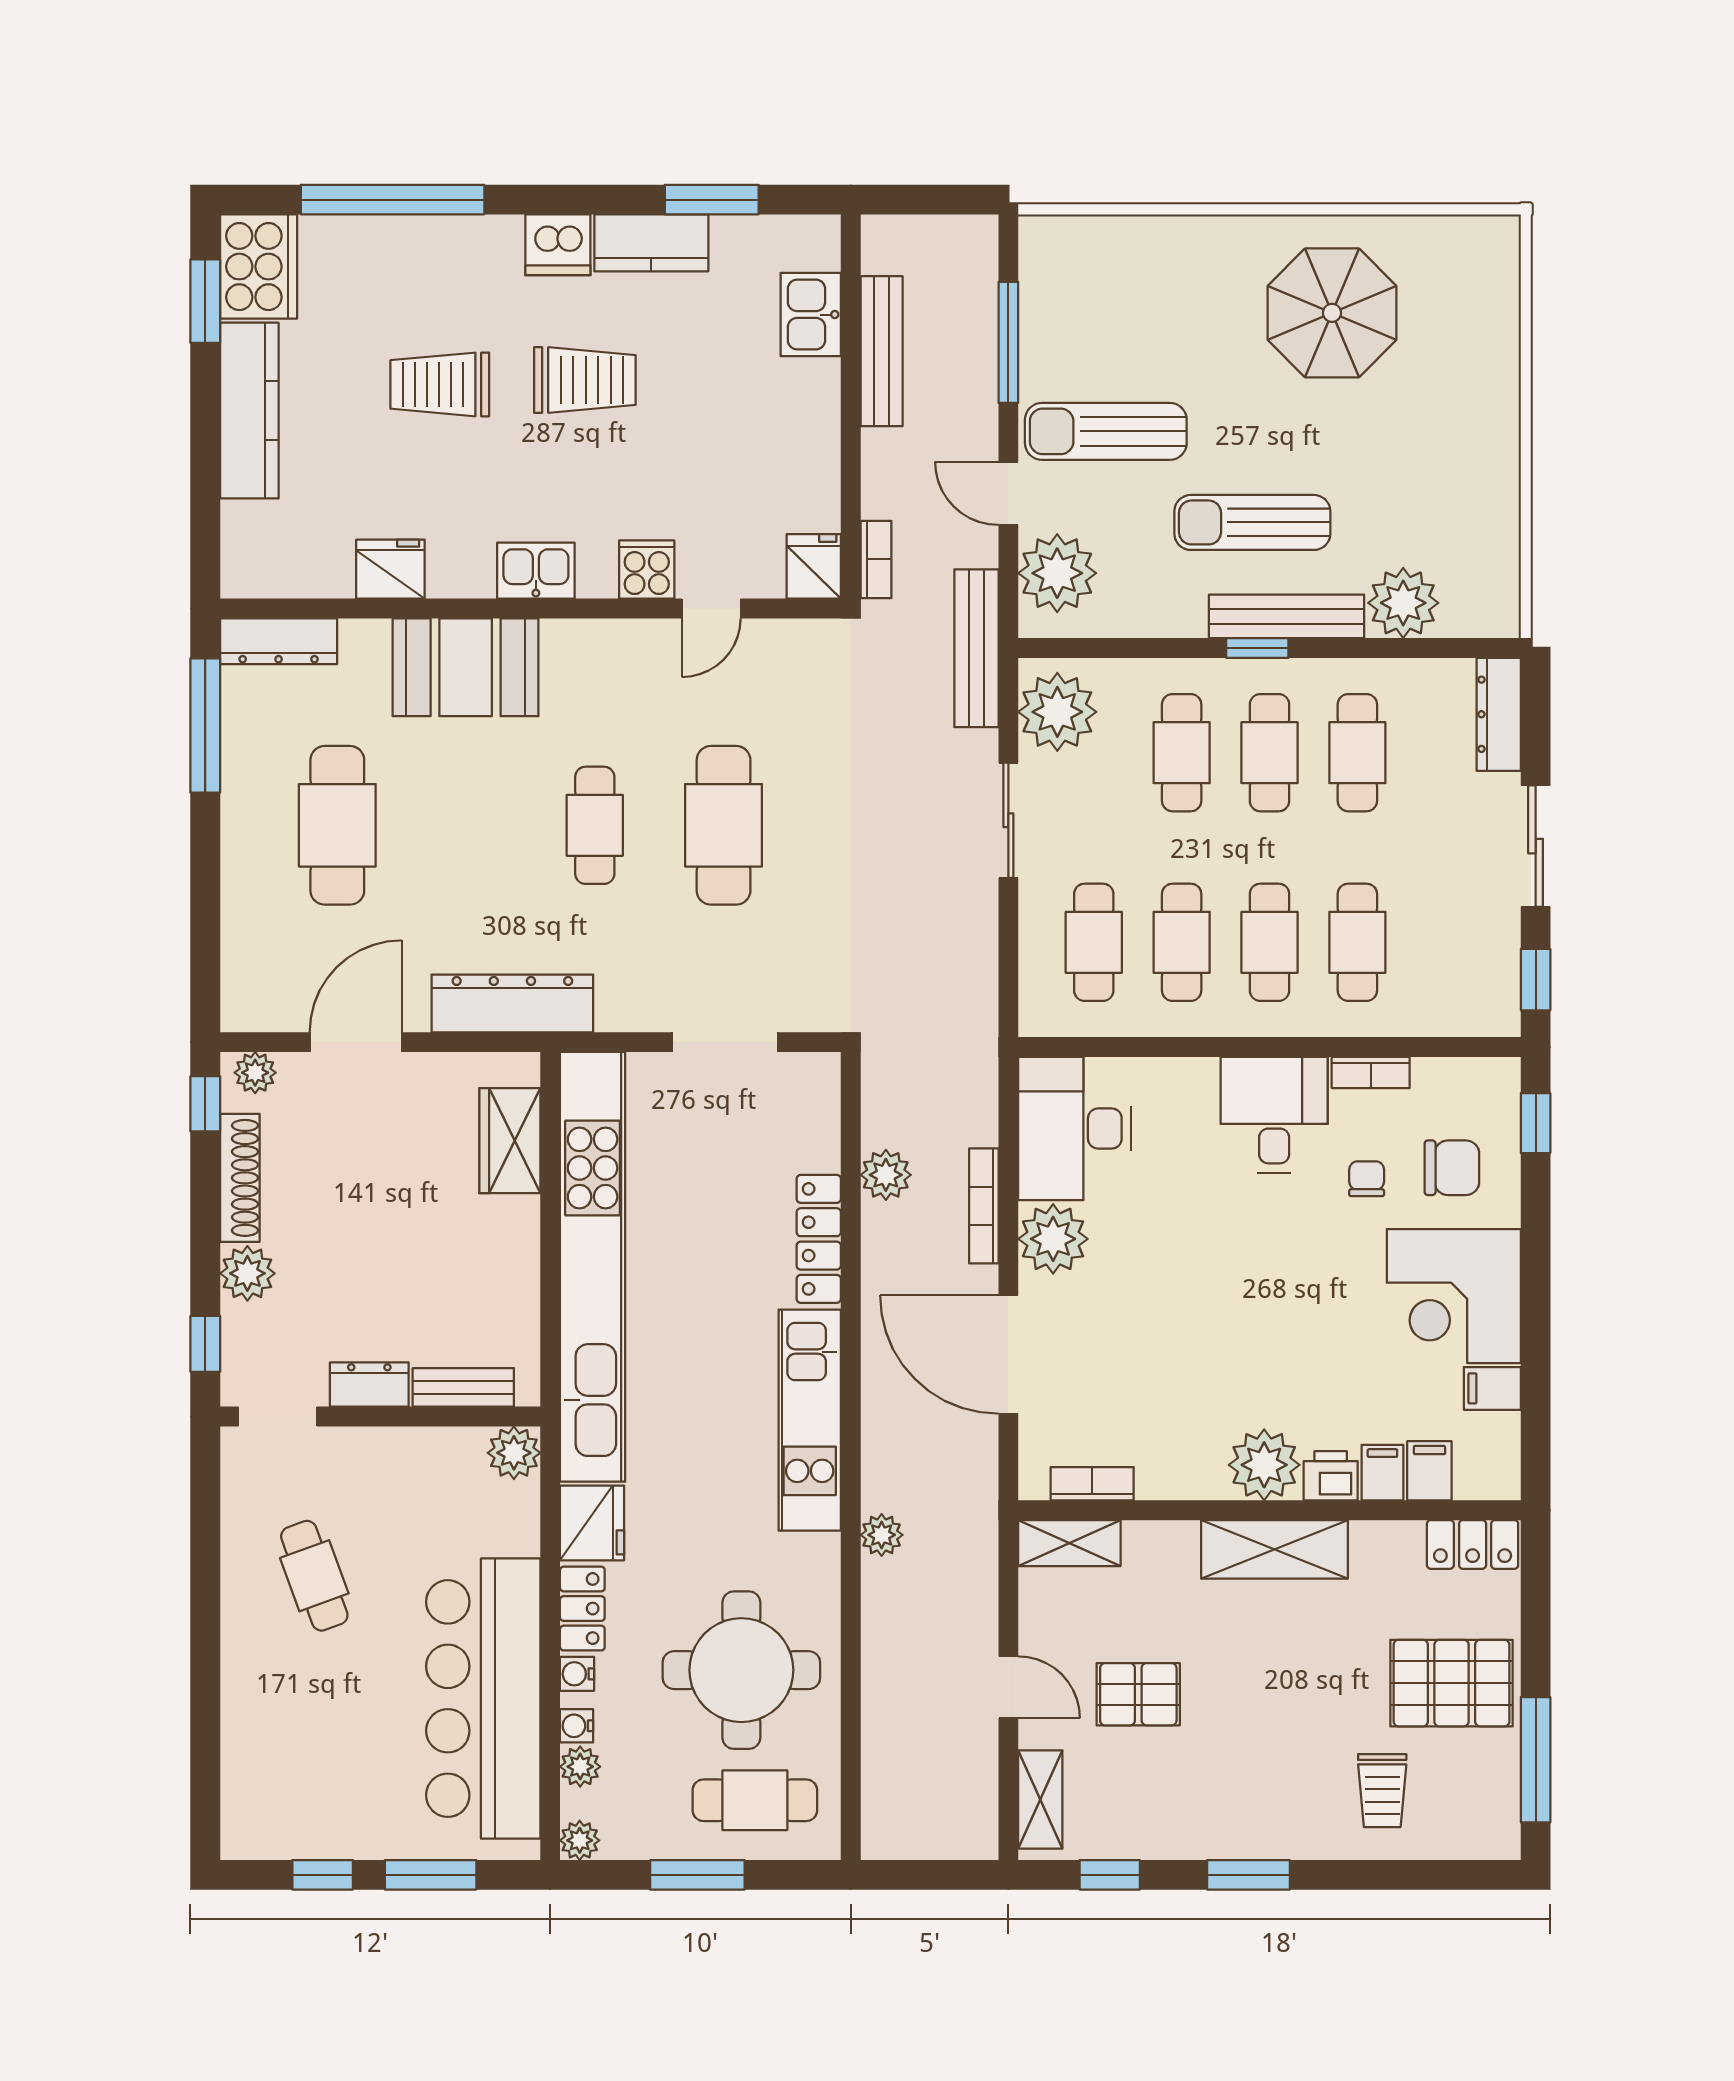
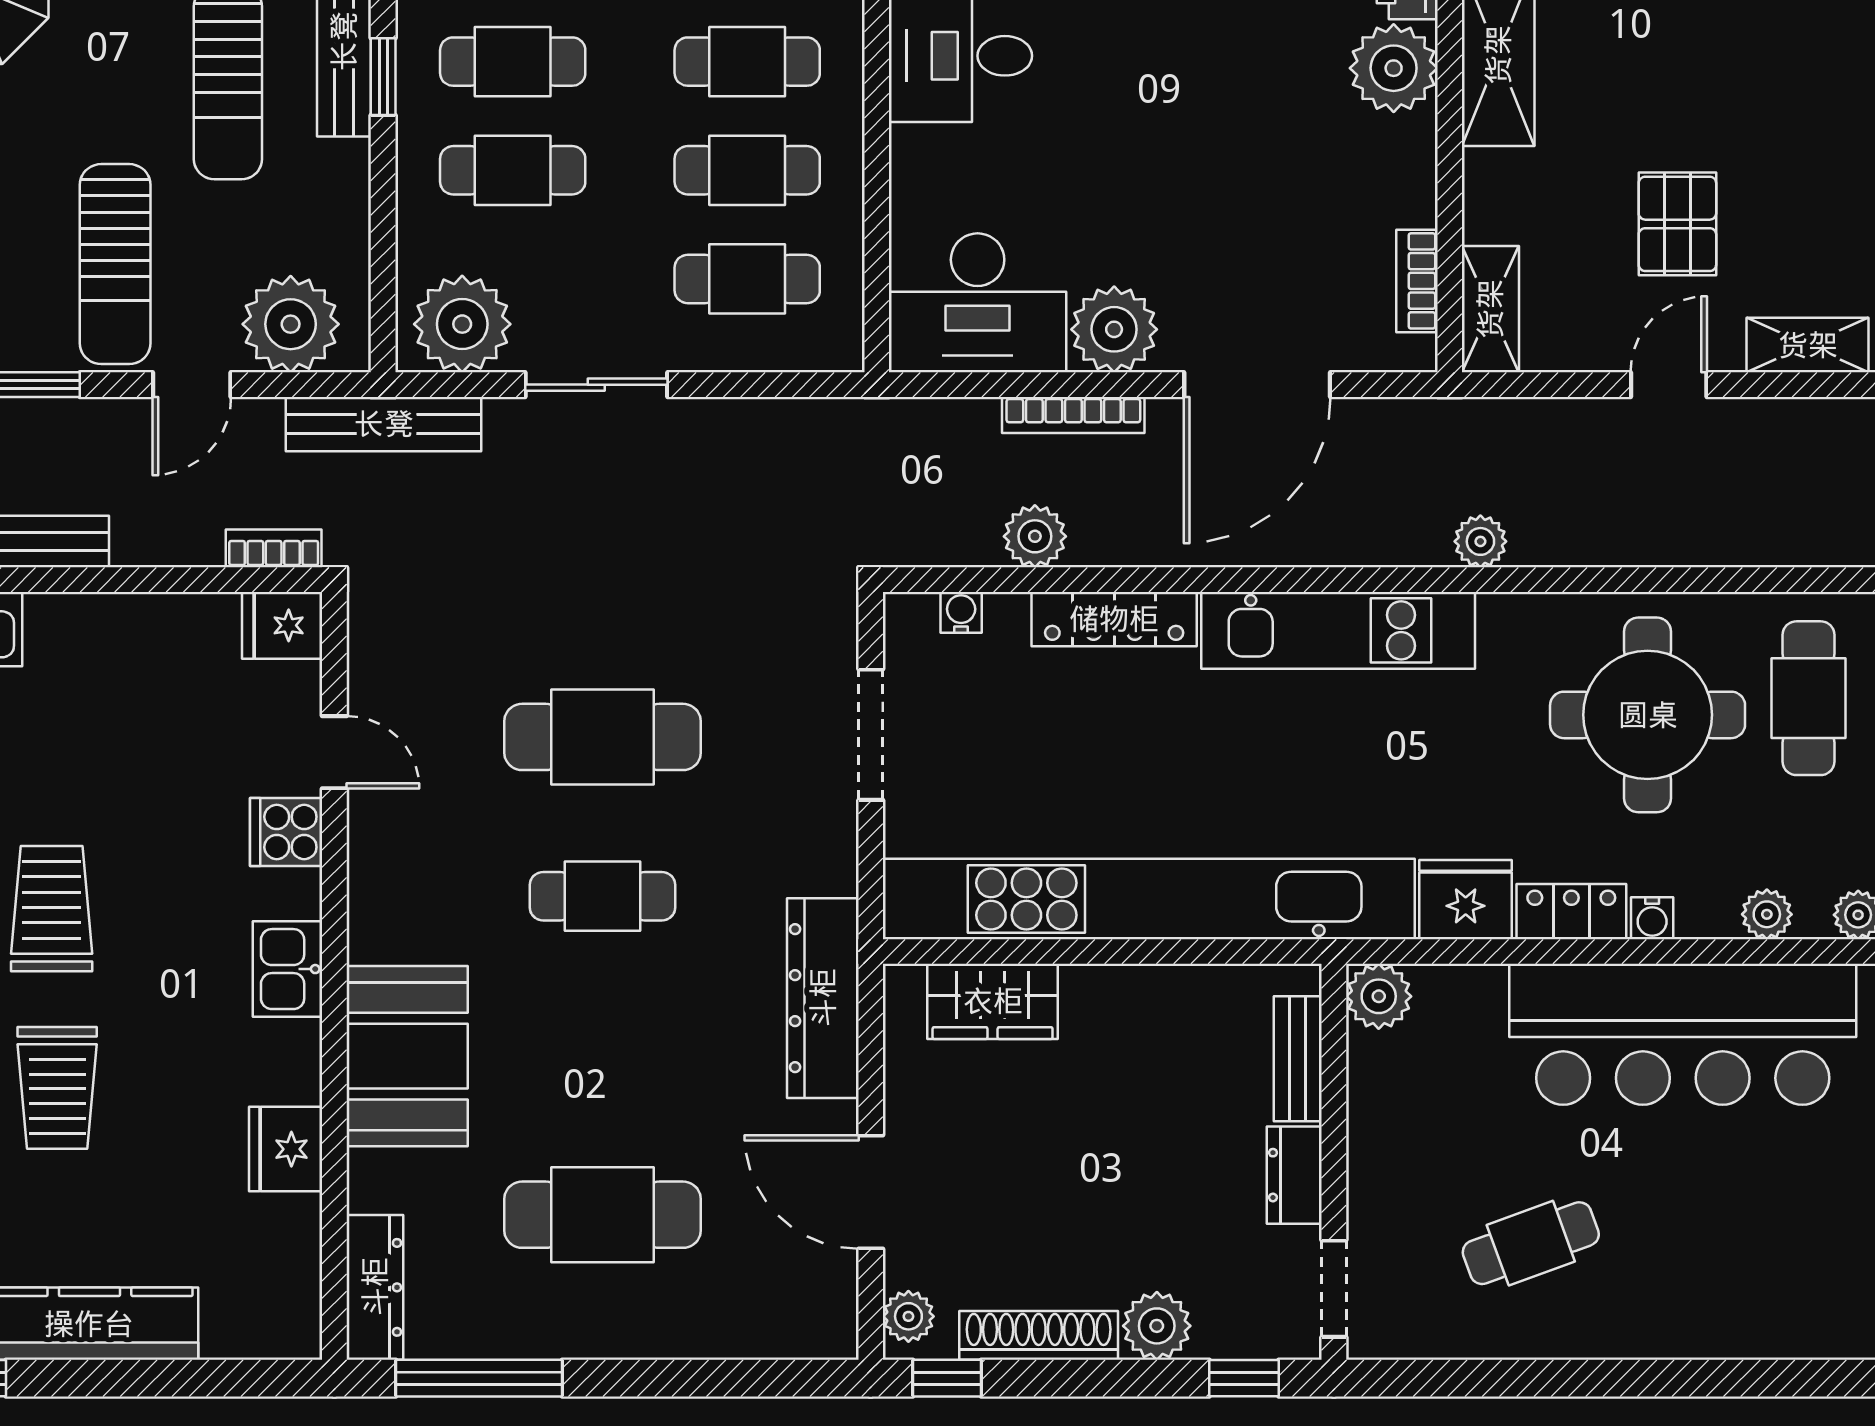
water cooler: (577, 1726) -> (961, 612), moved, turned 180

